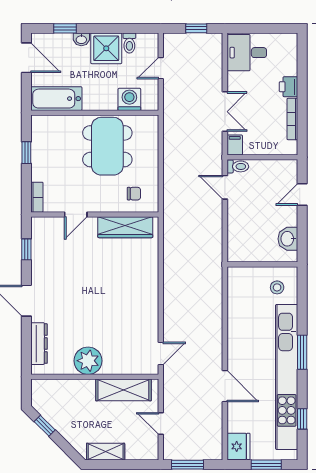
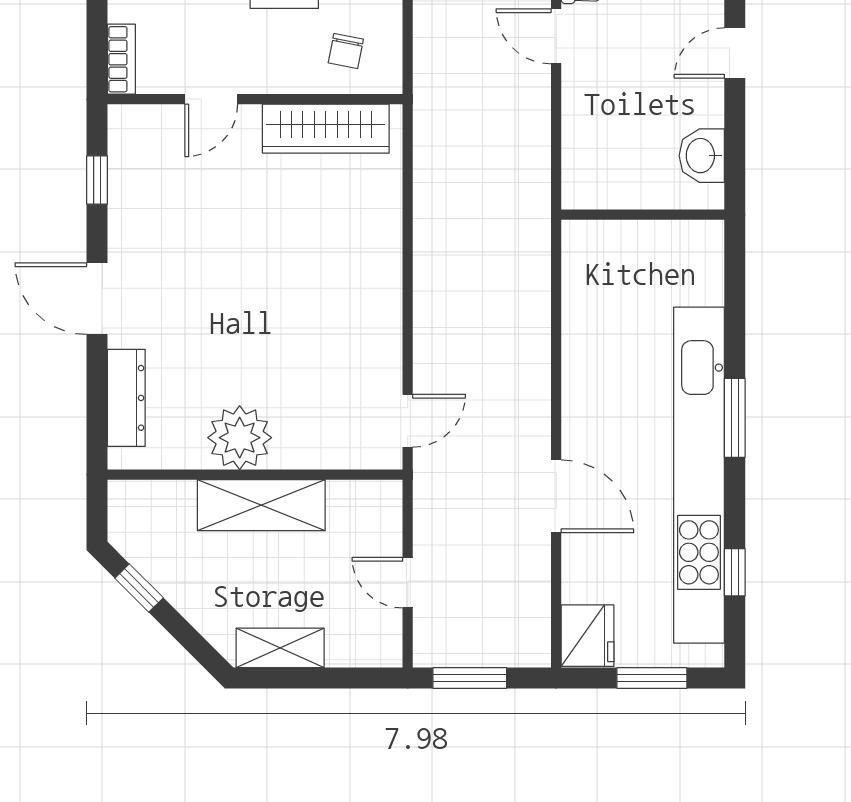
chair: (134, 194) -> (346, 51), turned 101
stool: (277, 287) -> (677, 268), removed
shelving: (123, 390) -> (261, 505), moved

